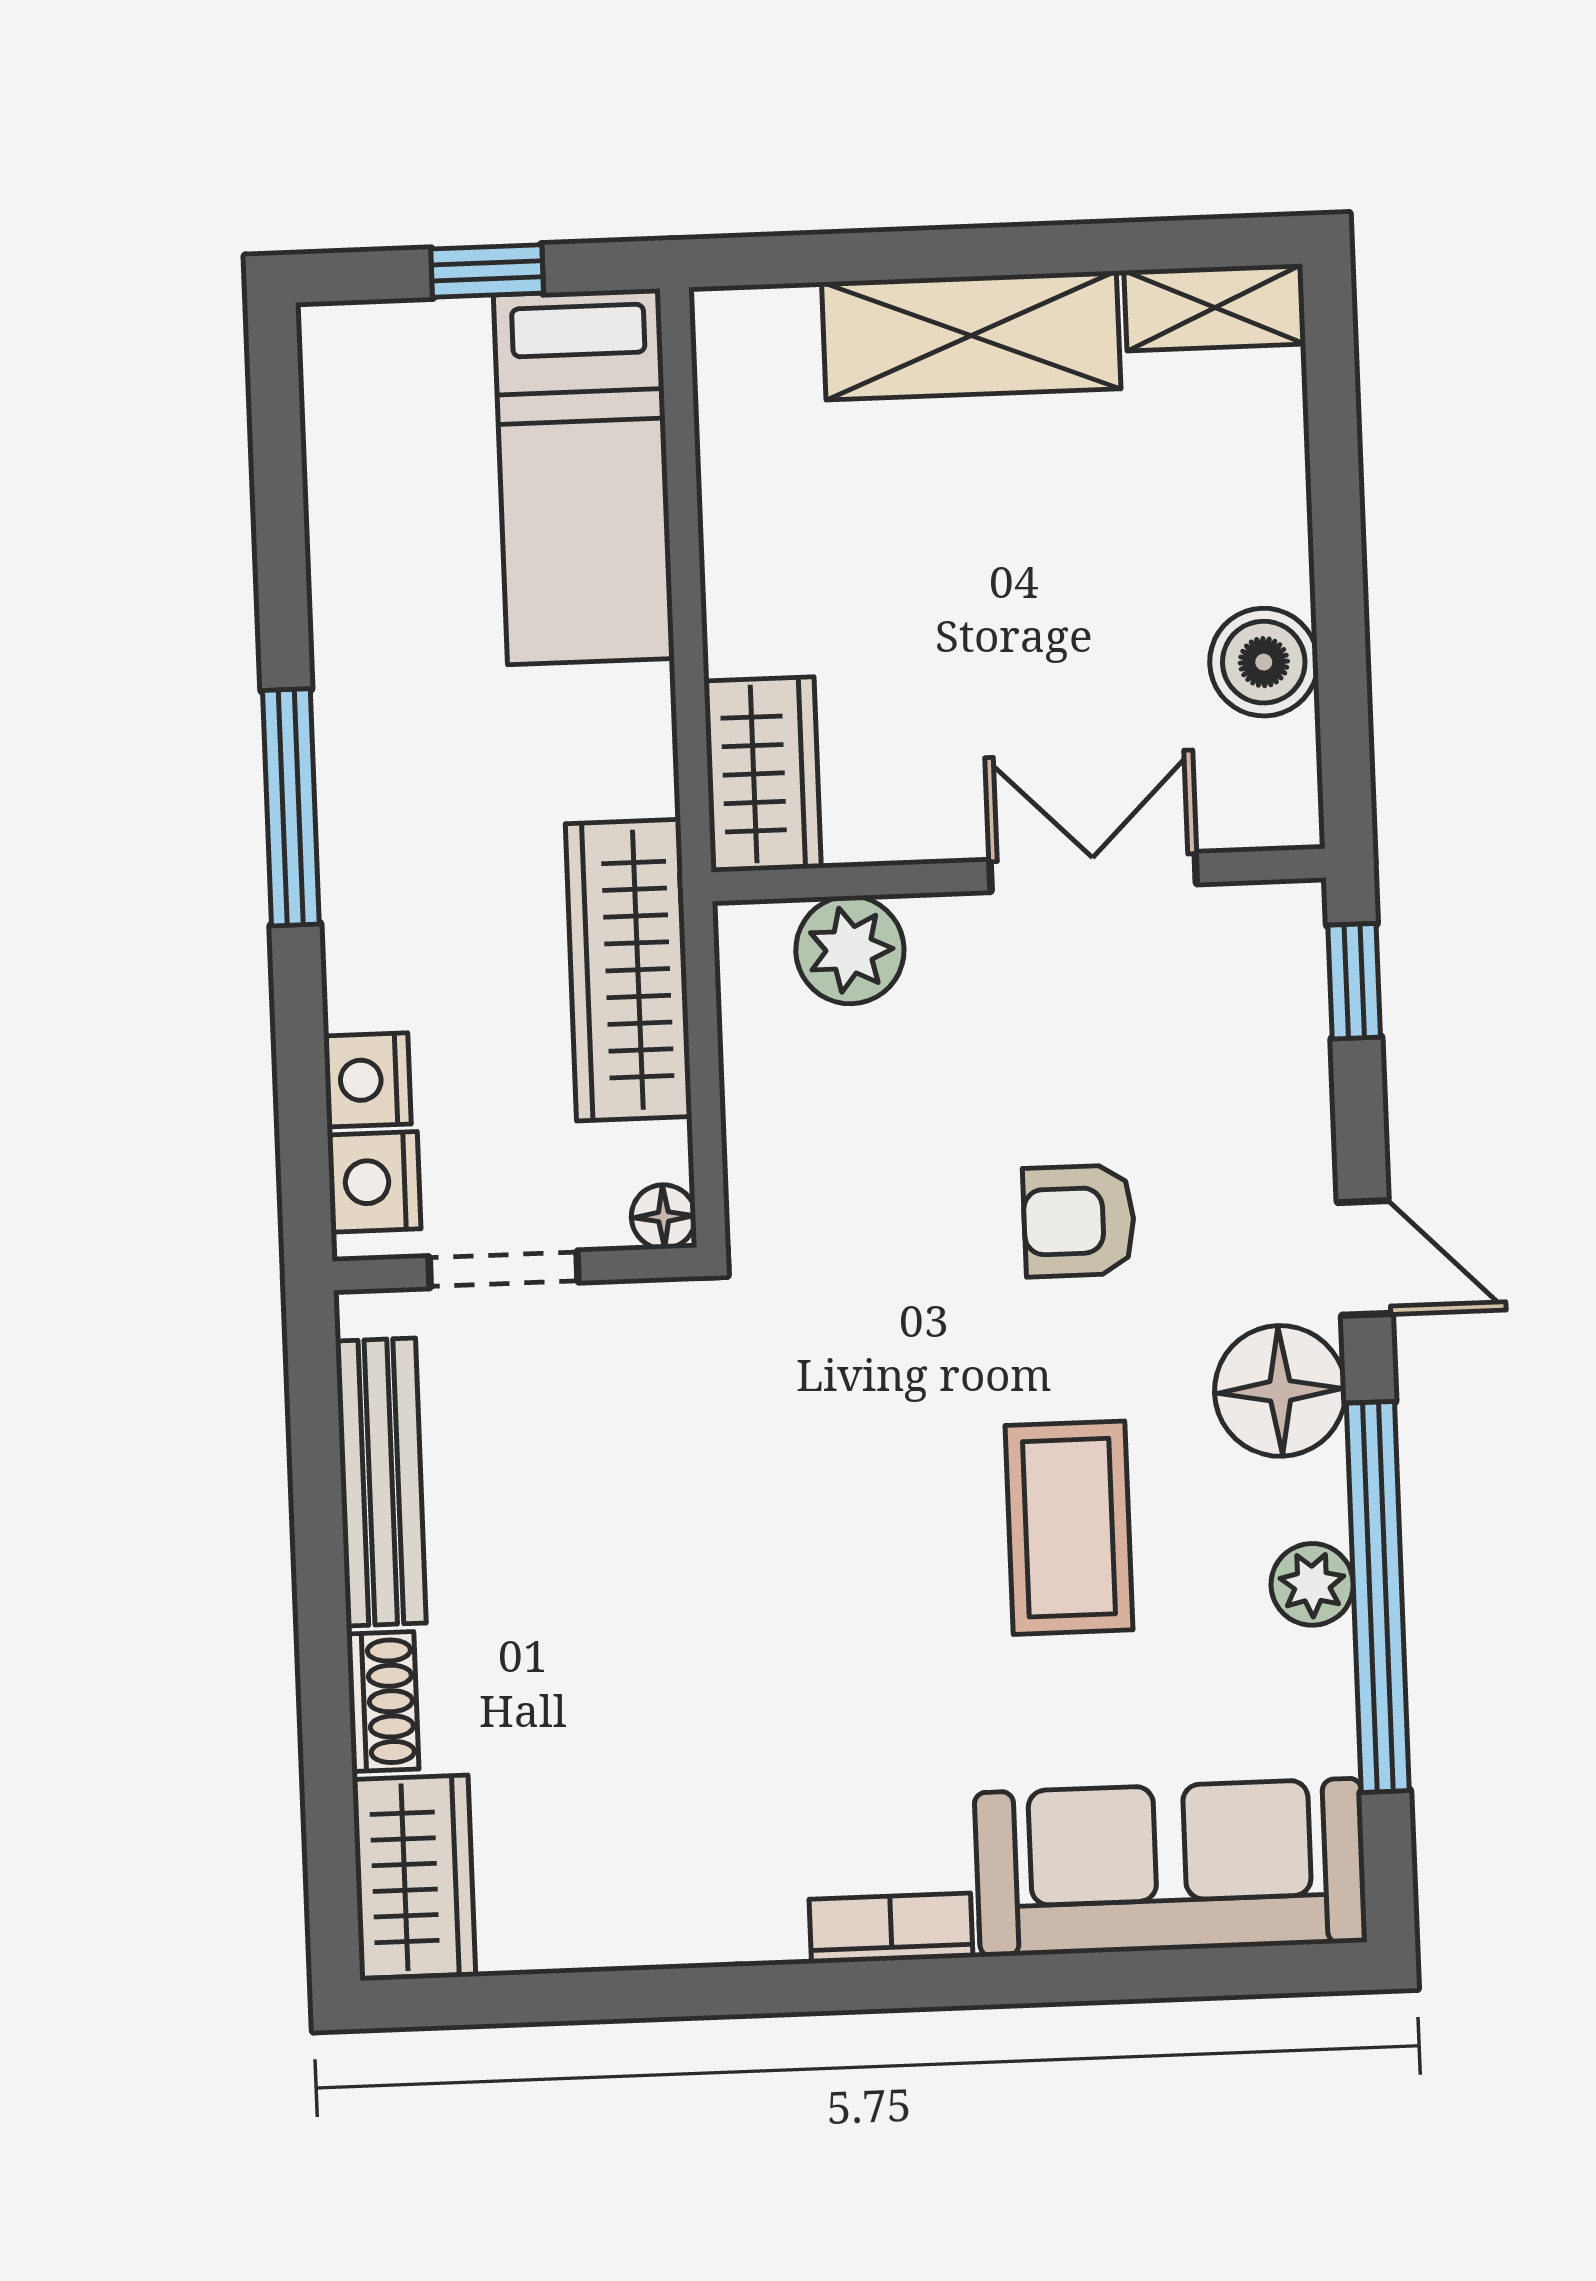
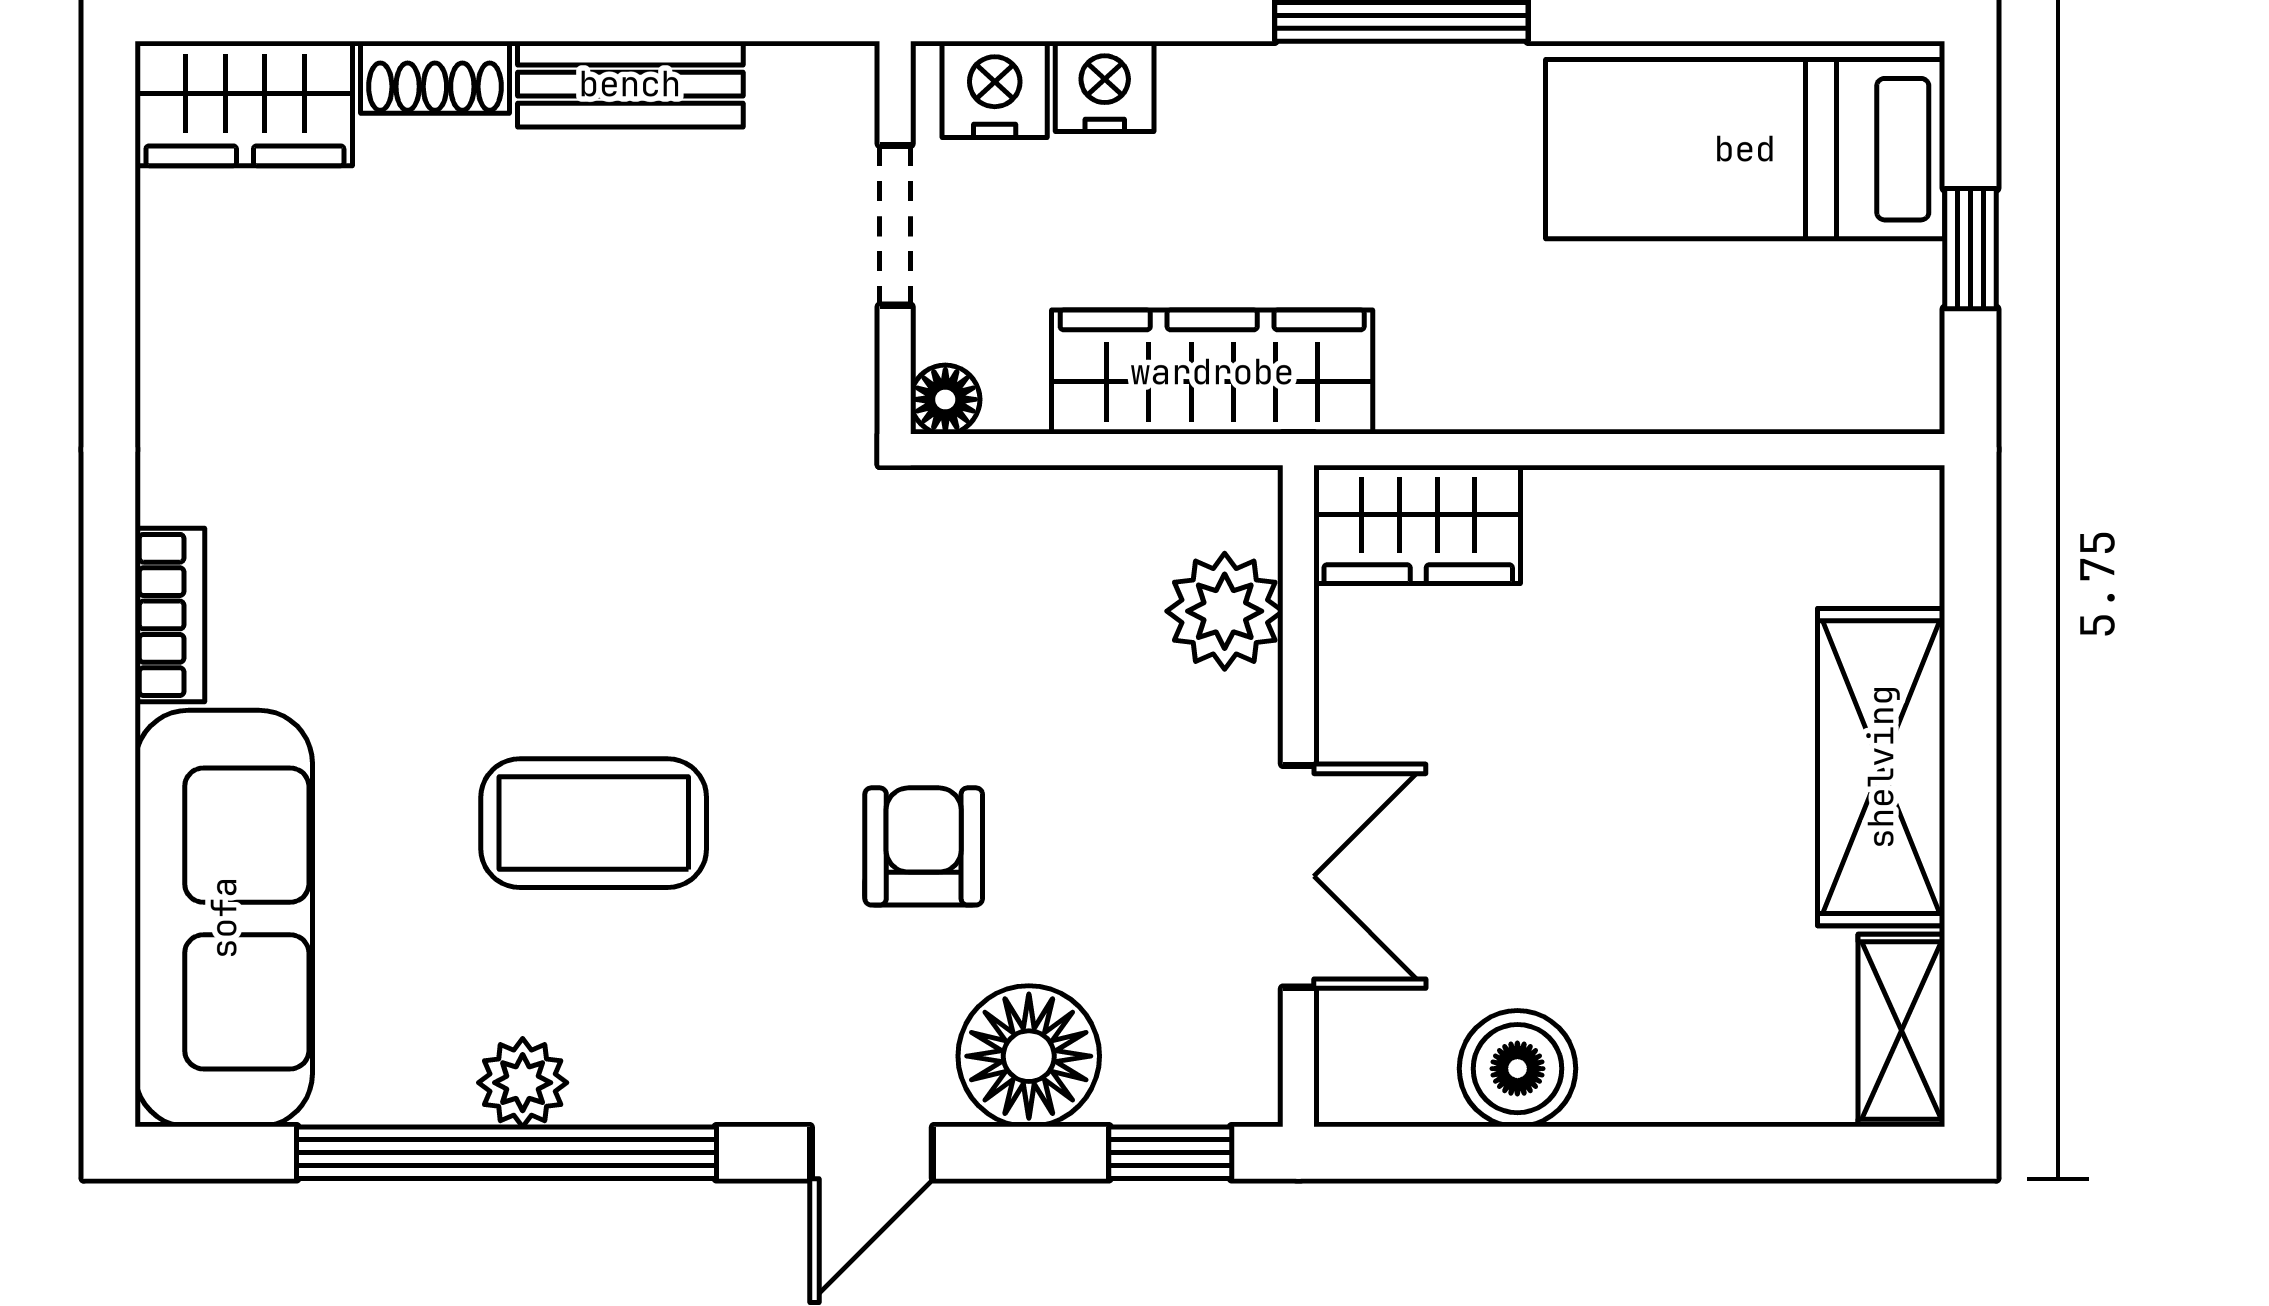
bed: (584, 477) -> (1745, 149), moved
floor lamp: (1280, 1391) -> (1029, 1056), moved
bench: (381, 1482) -> (630, 84), width x0.73

